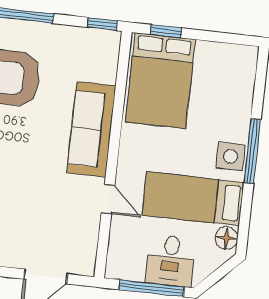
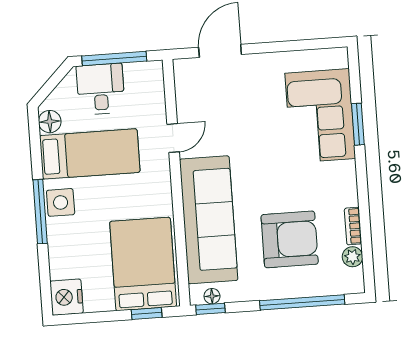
floor lamp: (99, 36) -> (212, 296), added
nightstand: (242, 62) -> (67, 297), added
sofa: (91, 129) -> (209, 220), width x1.36, depth x1.27
door: (108, 199) -> (173, 138), swing flipped

